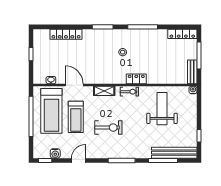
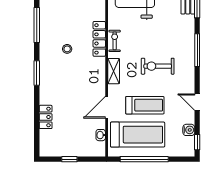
locker: (66, 34) -> (46, 117), width x0.66
locker: (136, 79) -> (99, 39), width x1.53
exercise bike: (108, 128) -> (158, 66), turned -90

